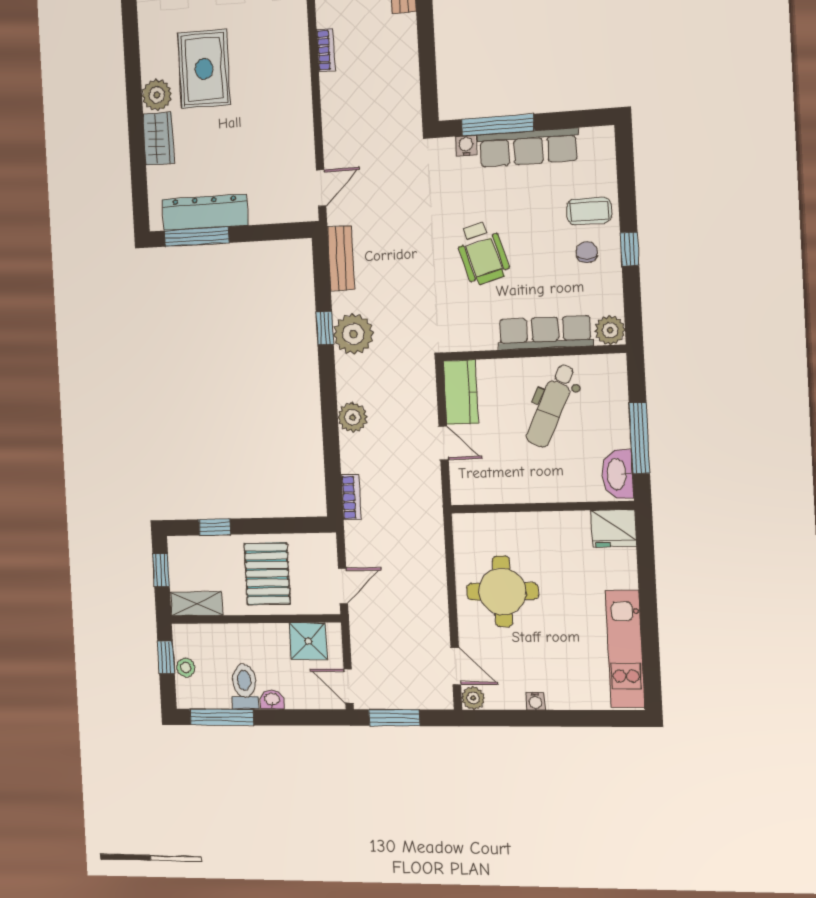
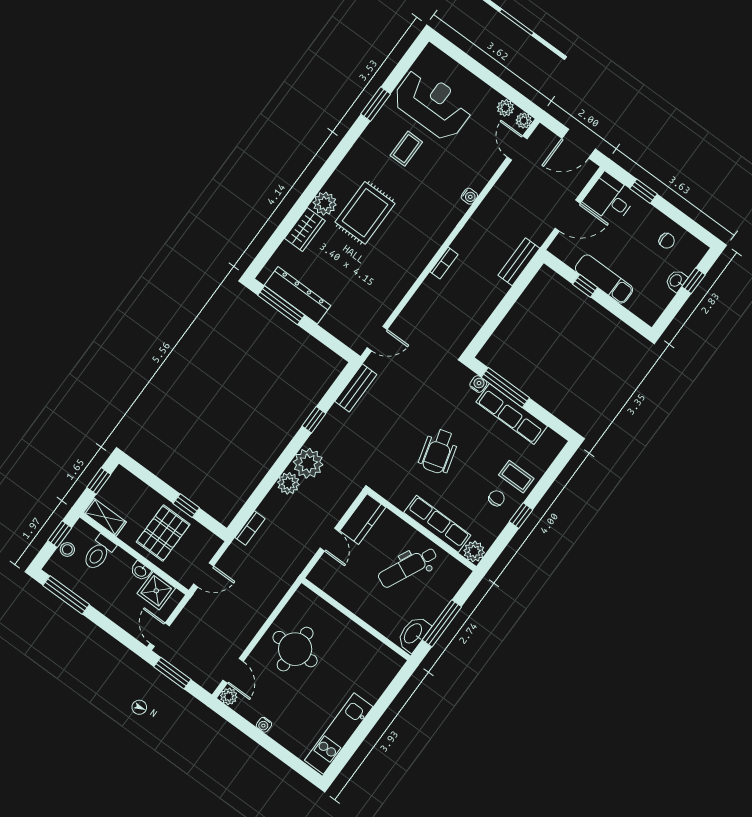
plant: (353, 334) -> (308, 463), moved
window: (215, 527) -> (186, 506), moved
fridge: (614, 528) -> (387, 662), removed
toilet: (244, 687) -> (99, 553), moved, turned 180
washbasin: (272, 700) -> (141, 571), moved, turned 180

